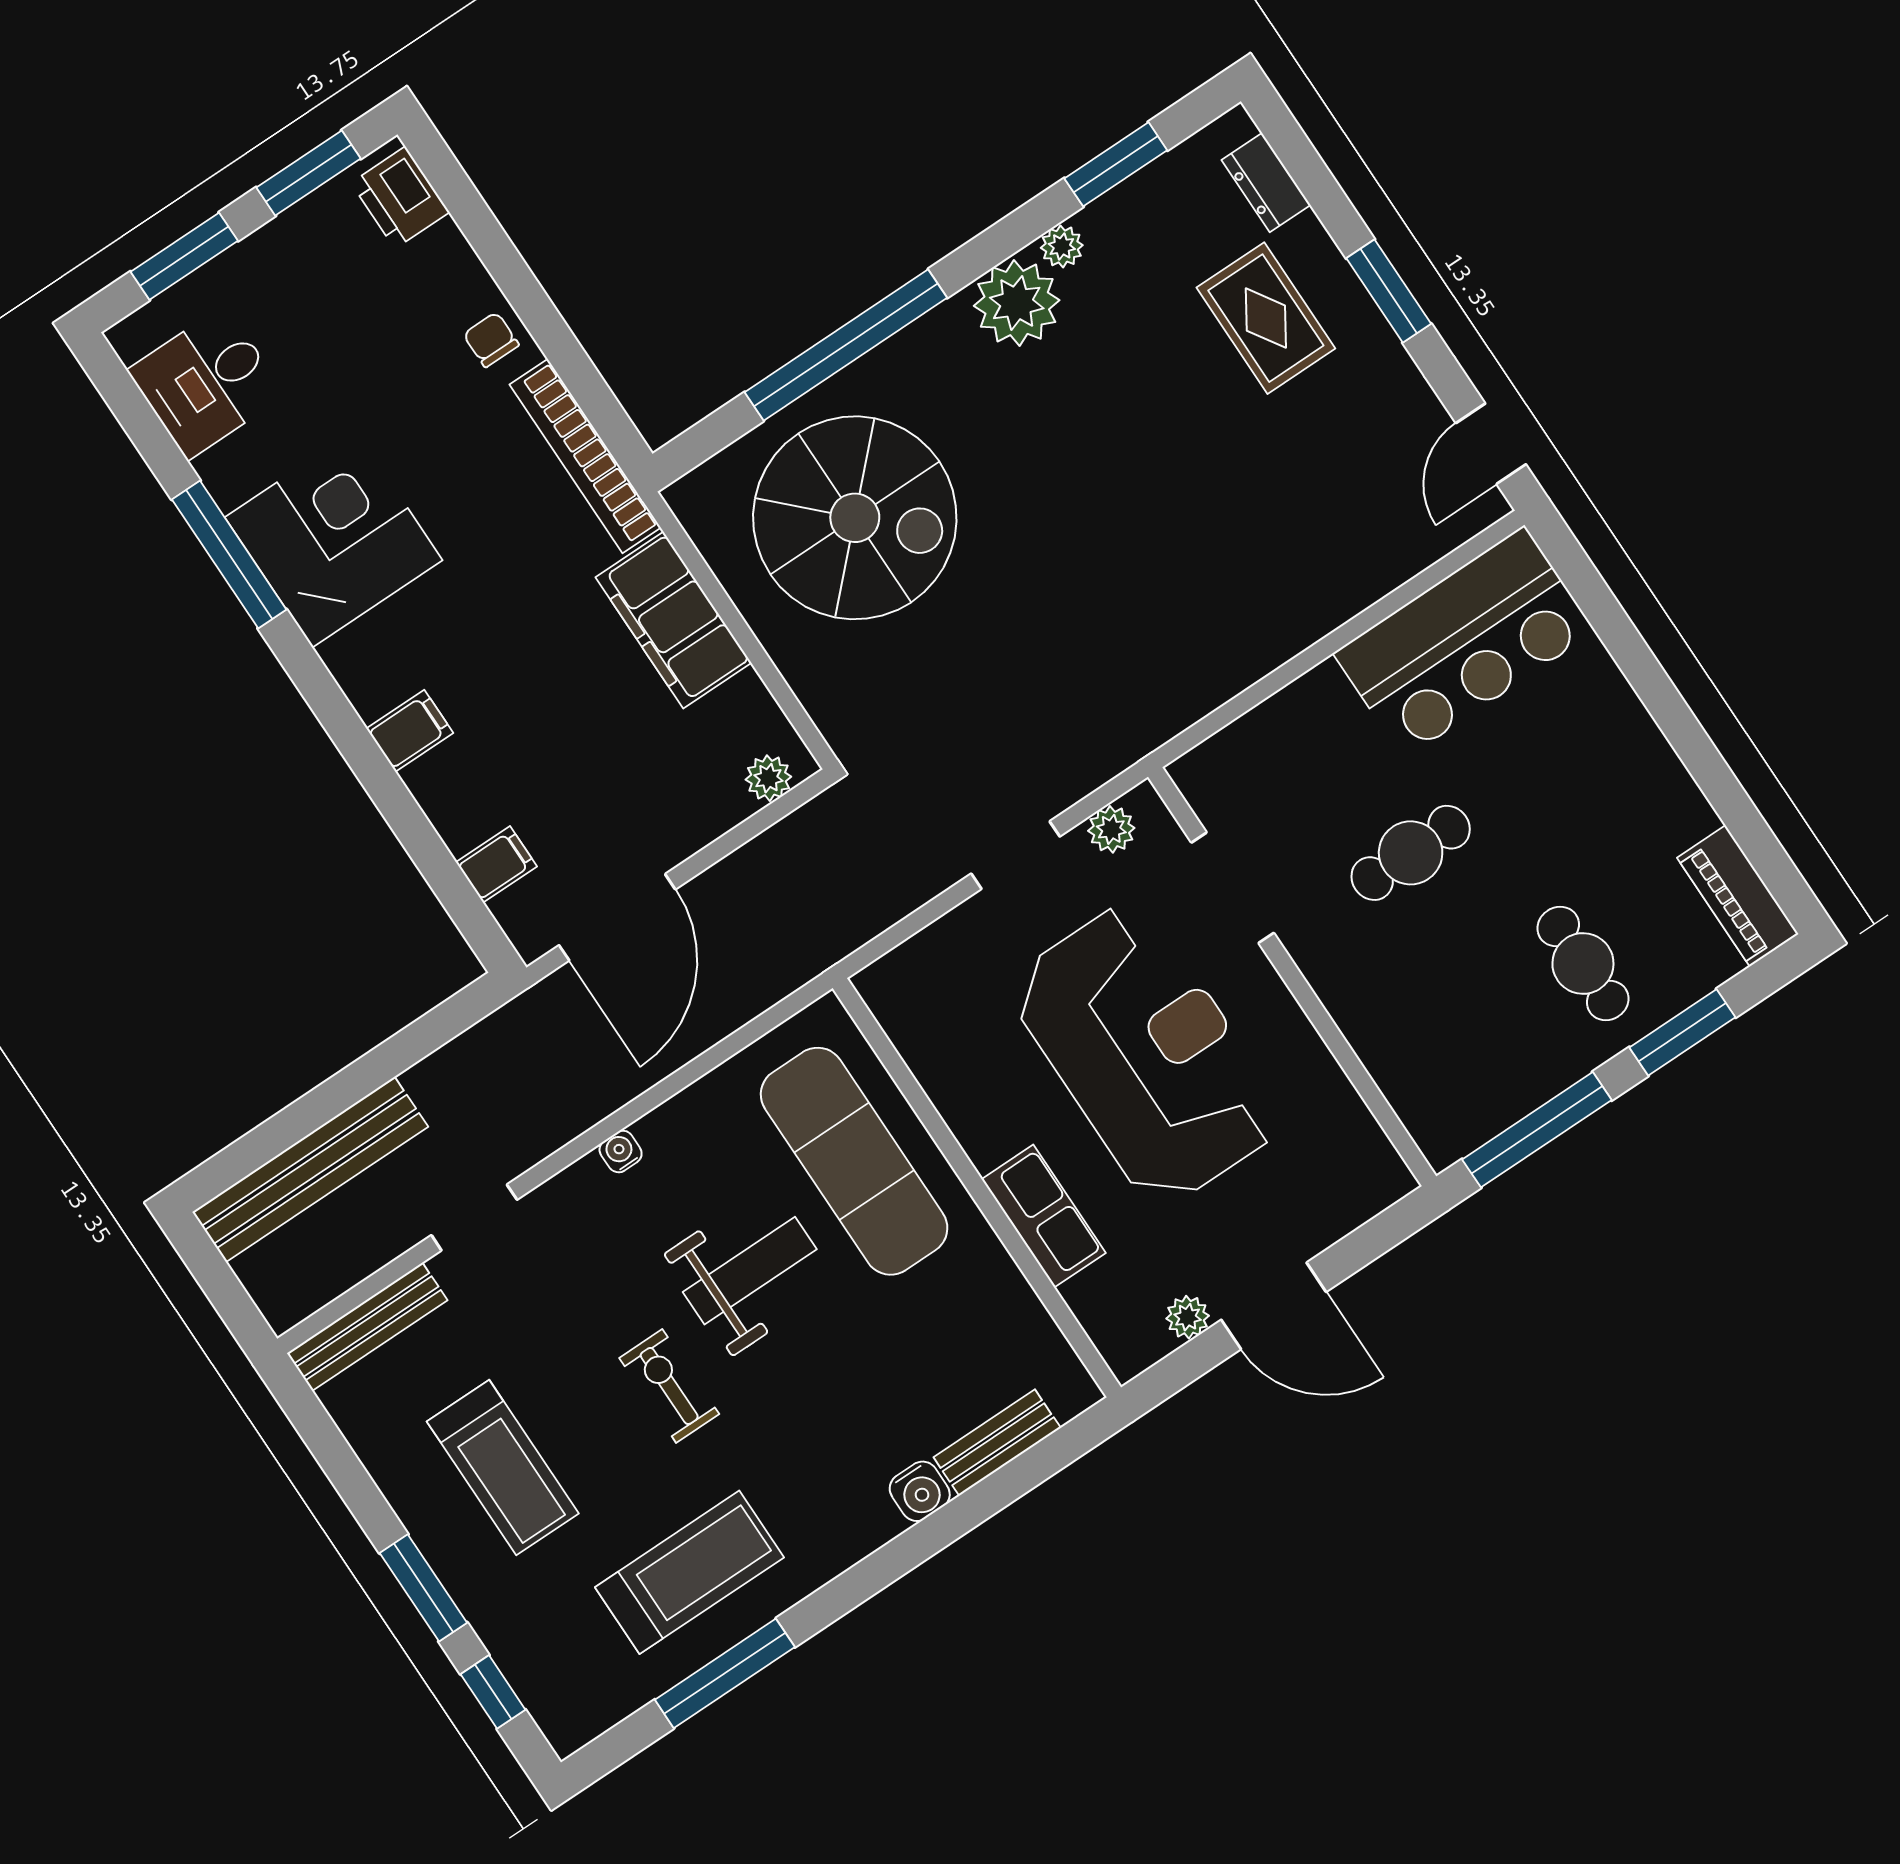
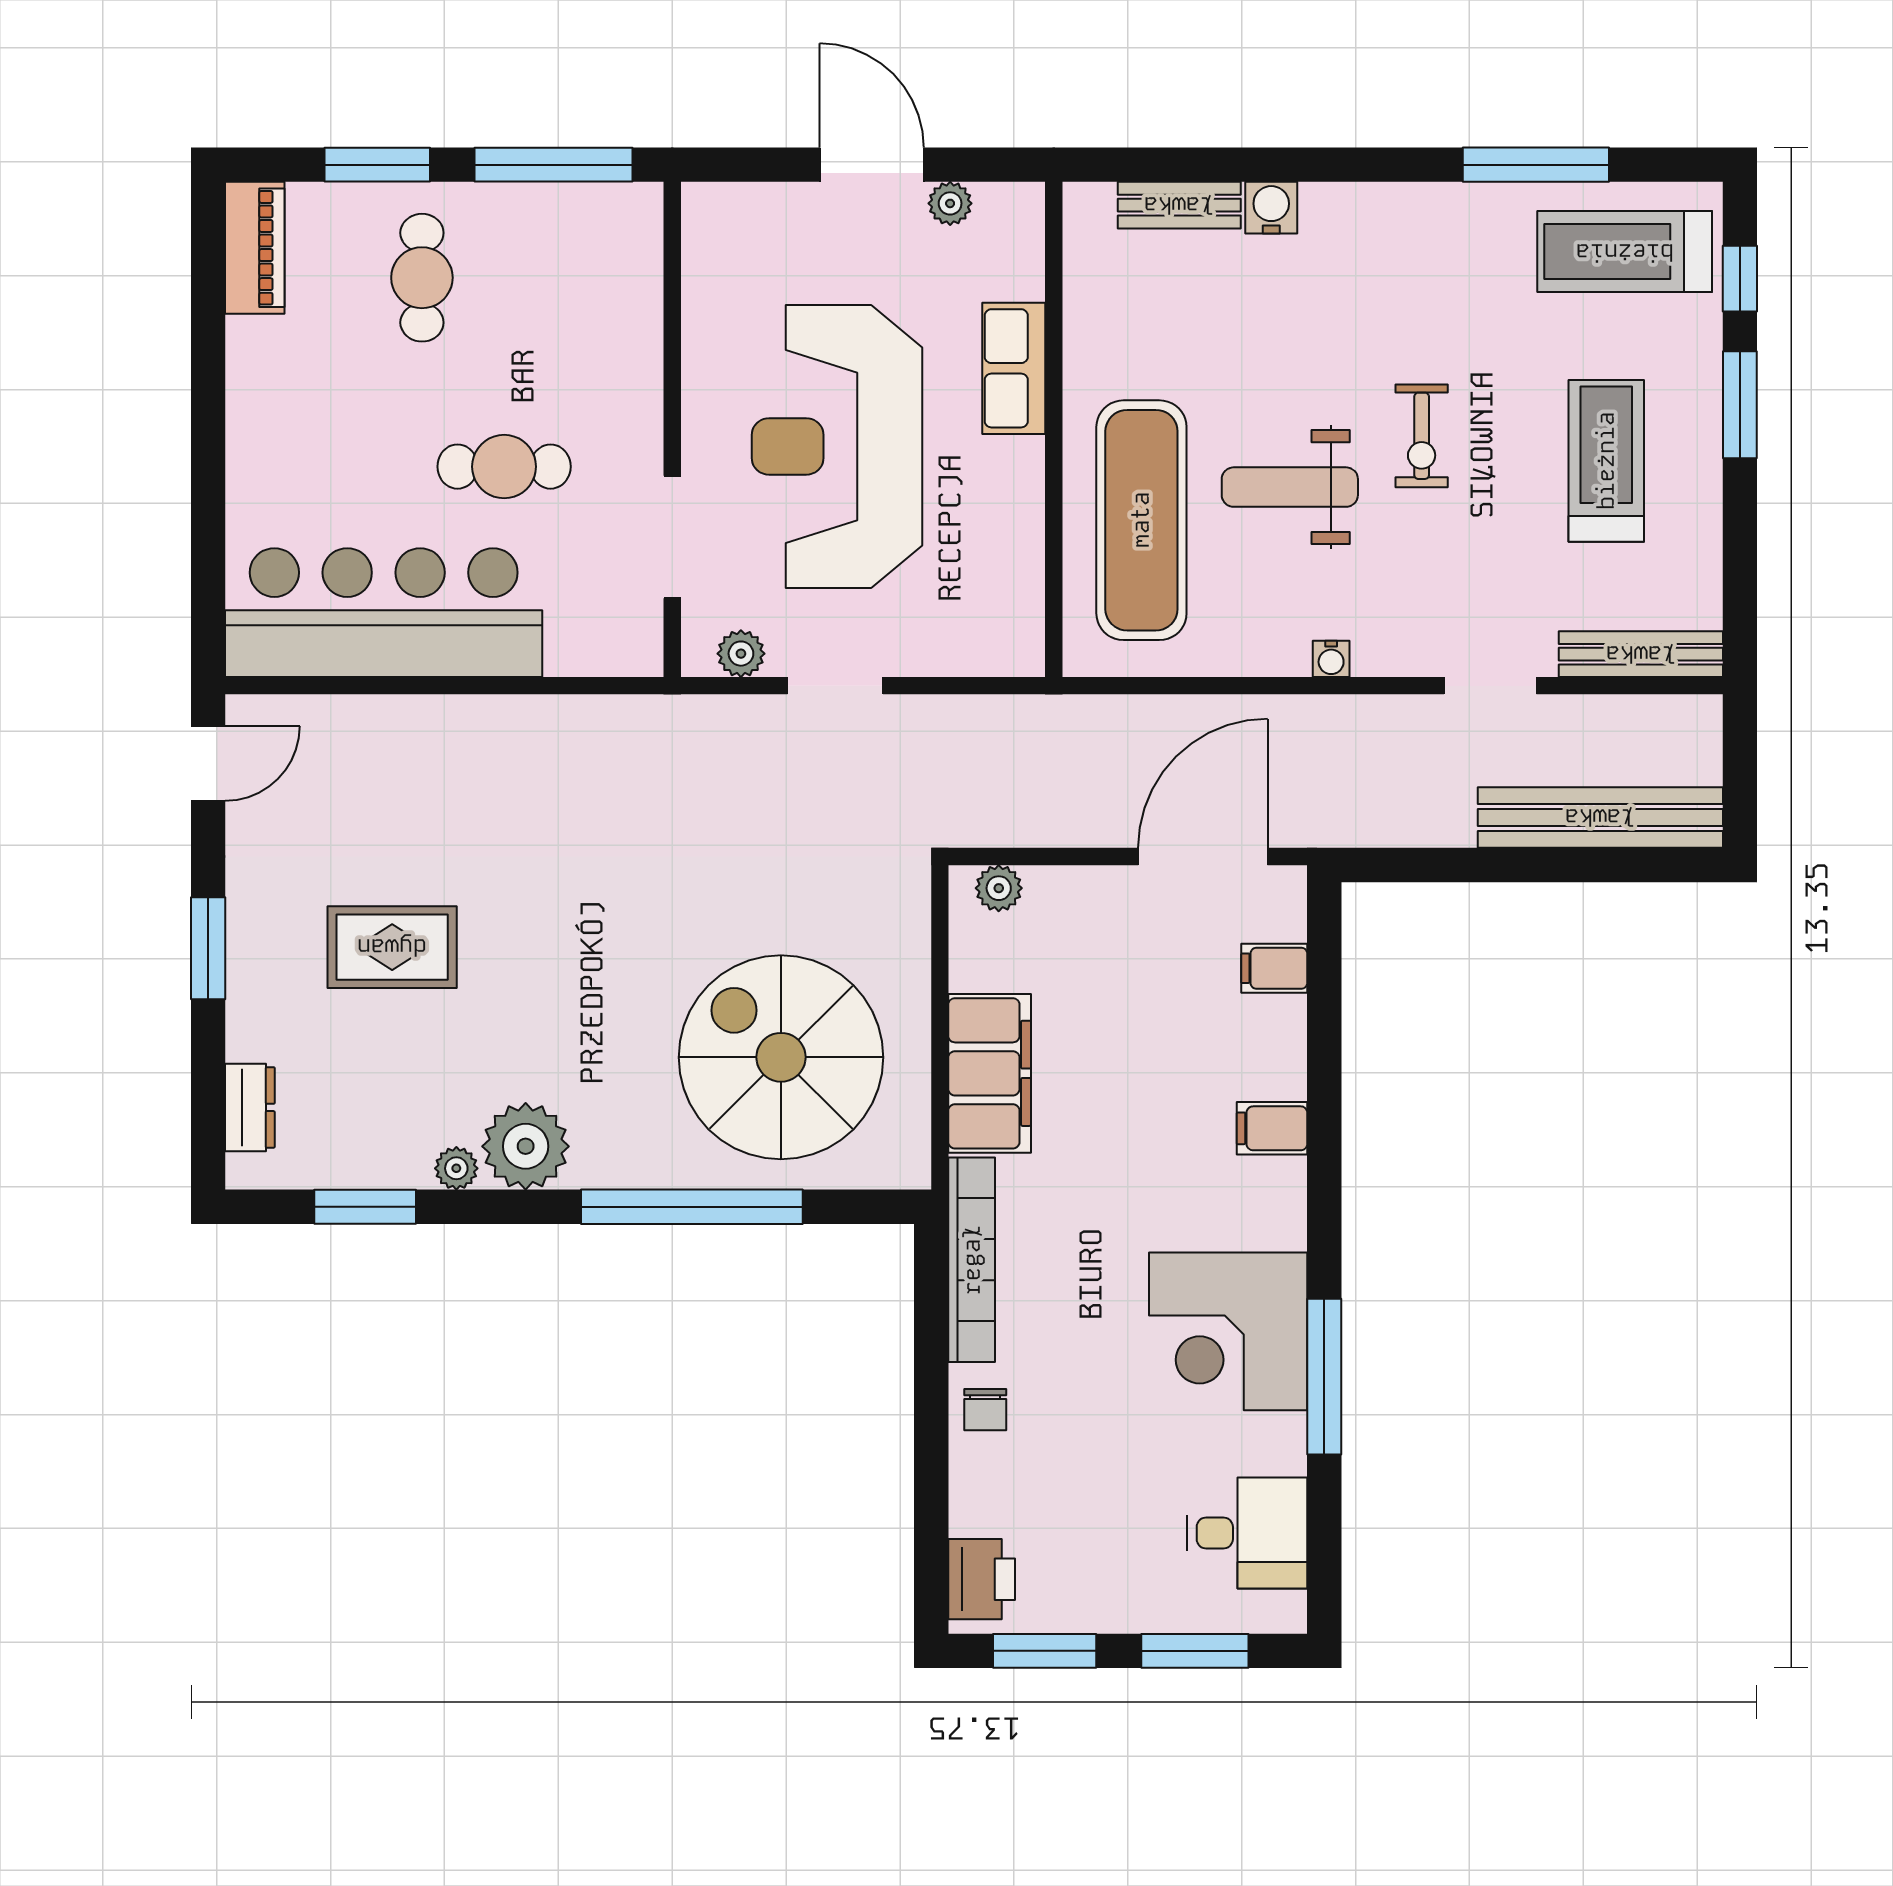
rug: (1266, 318) -> (392, 947), moved, turned 90
bar counter: (1464, 642) -> (384, 613), width x1.36
treadmill: (689, 1572) -> (1625, 252), moved

